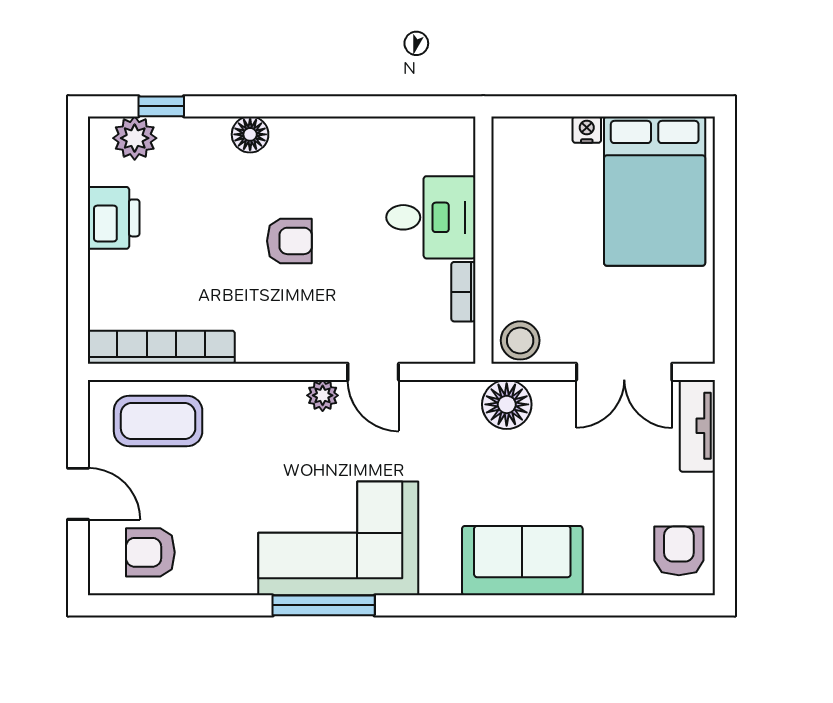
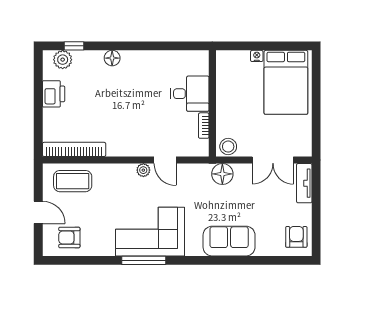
armchair: (289, 241) -> (129, 104), removed

